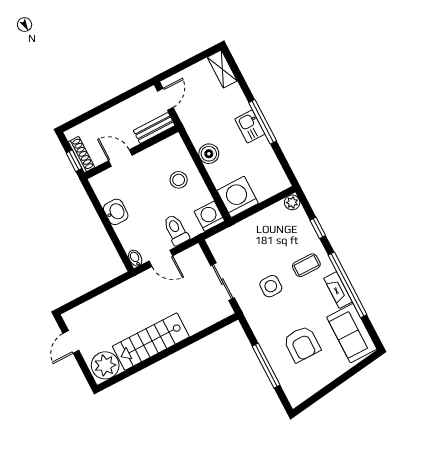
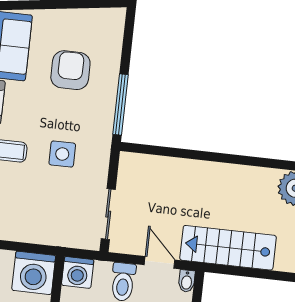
sliding door: (222, 282) -> (108, 214), moved
stairs: (151, 342) -> (228, 248), moved, turned 180
window: (266, 366) -> (120, 104), moved

